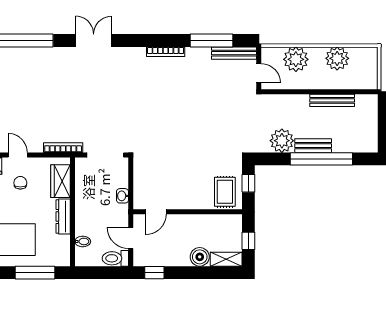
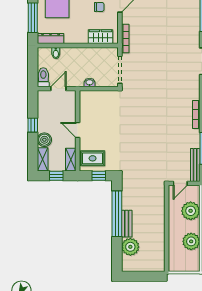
bench: (332, 100) -> (160, 238), removed
plant: (282, 141) -> (130, 247), moved
window: (321, 159) -> (117, 214), moved
door: (156, 212) -> (78, 130), moved
dresser: (63, 216) -> (51, 39), moved
shelving: (227, 221) -> (71, 160), added
window: (154, 273) -> (33, 125), moved

